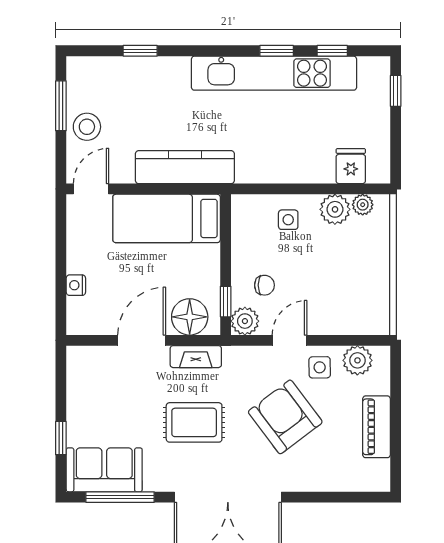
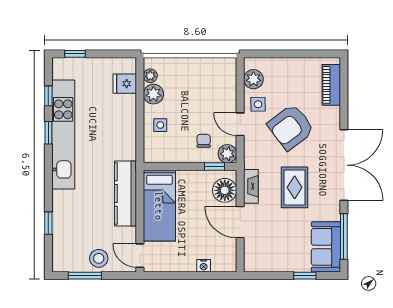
piano: (377, 427) -> (331, 85), moved, turned 90

